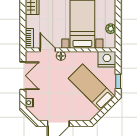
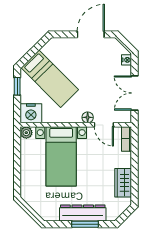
plant: (111, 29) -> (26, 133), moved

